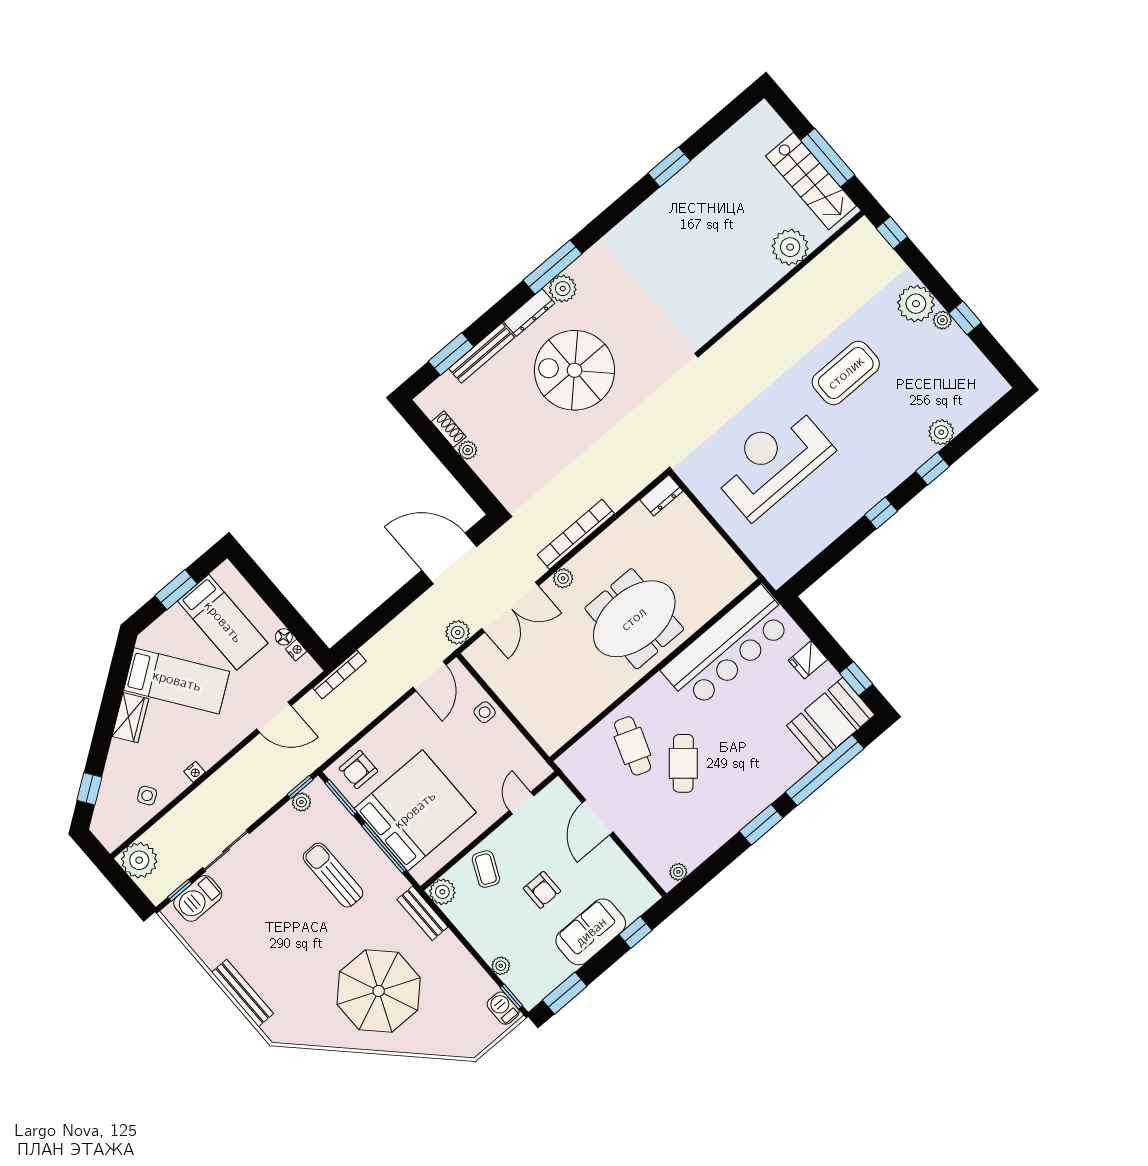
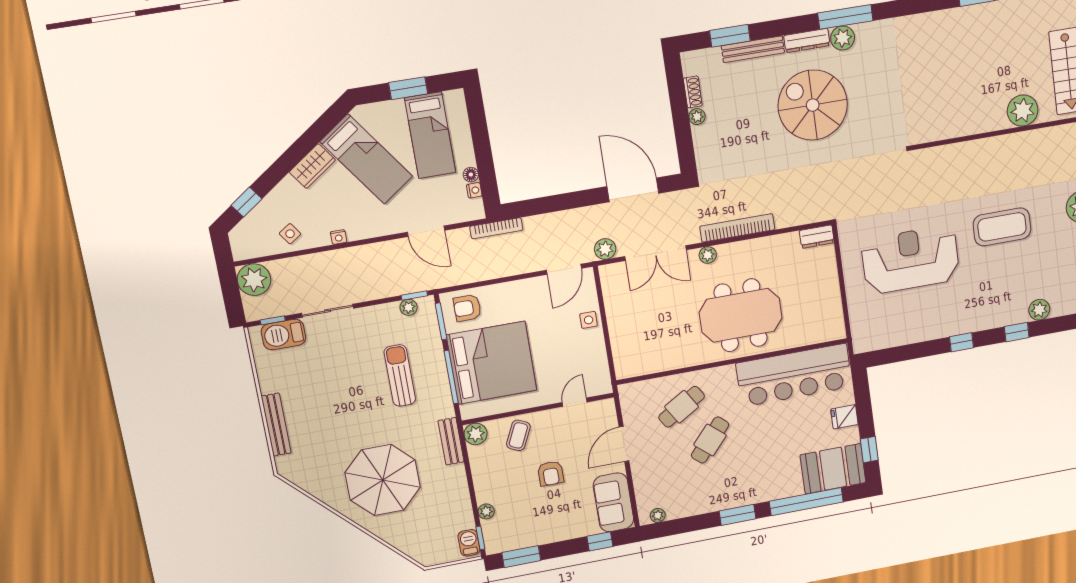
cafe table: (633, 746) -> (682, 407), turned 39
sofa: (591, 932) -> (613, 502), moved, turned -90

